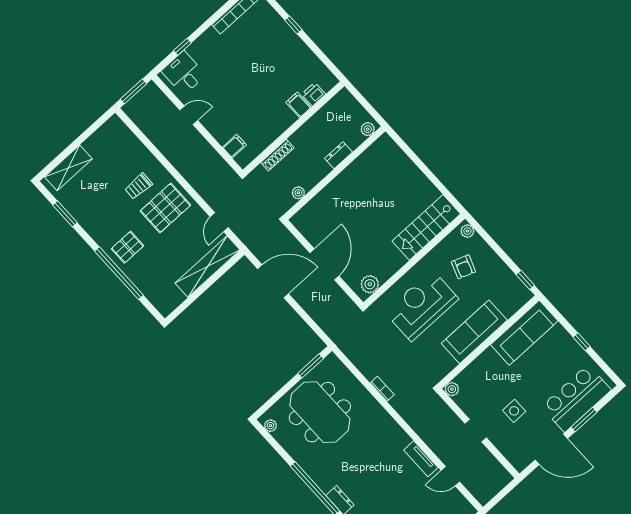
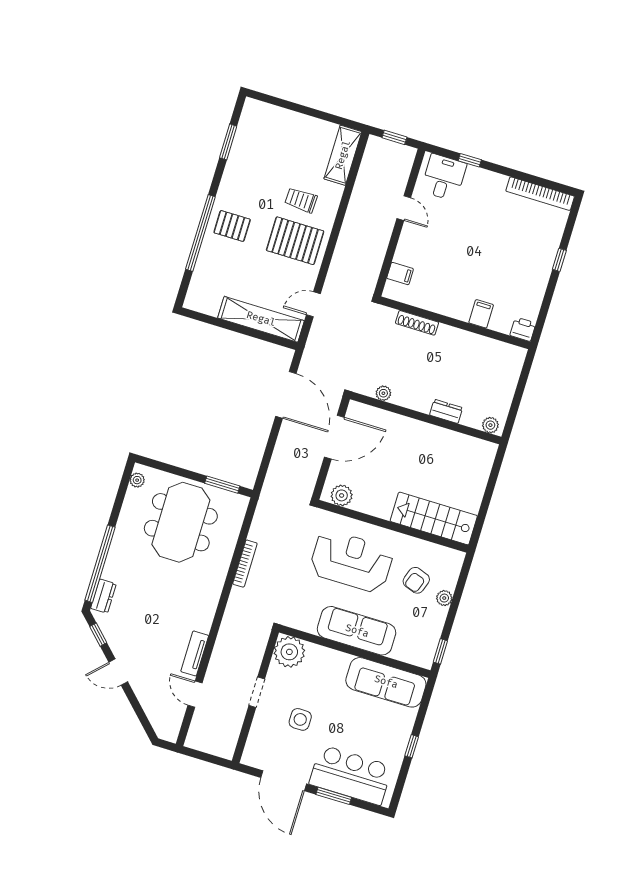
window: (133, 91) -> (394, 137), width x0.67
printer: (314, 94) -> (523, 329), moved
plant: (368, 129) -> (490, 425), moved
dresser: (339, 155) -> (446, 411), moved
shelving: (68, 168) -> (343, 155), moved, turned 90
wall: (335, 173) -> (426, 418), moved
plant: (298, 193) -> (383, 393), moved
plant: (467, 231) -> (444, 598), moved
bookcase: (382, 389) -> (245, 564), width x1.56
plant: (452, 389) -> (289, 652), width x1.88, depth x1.88

